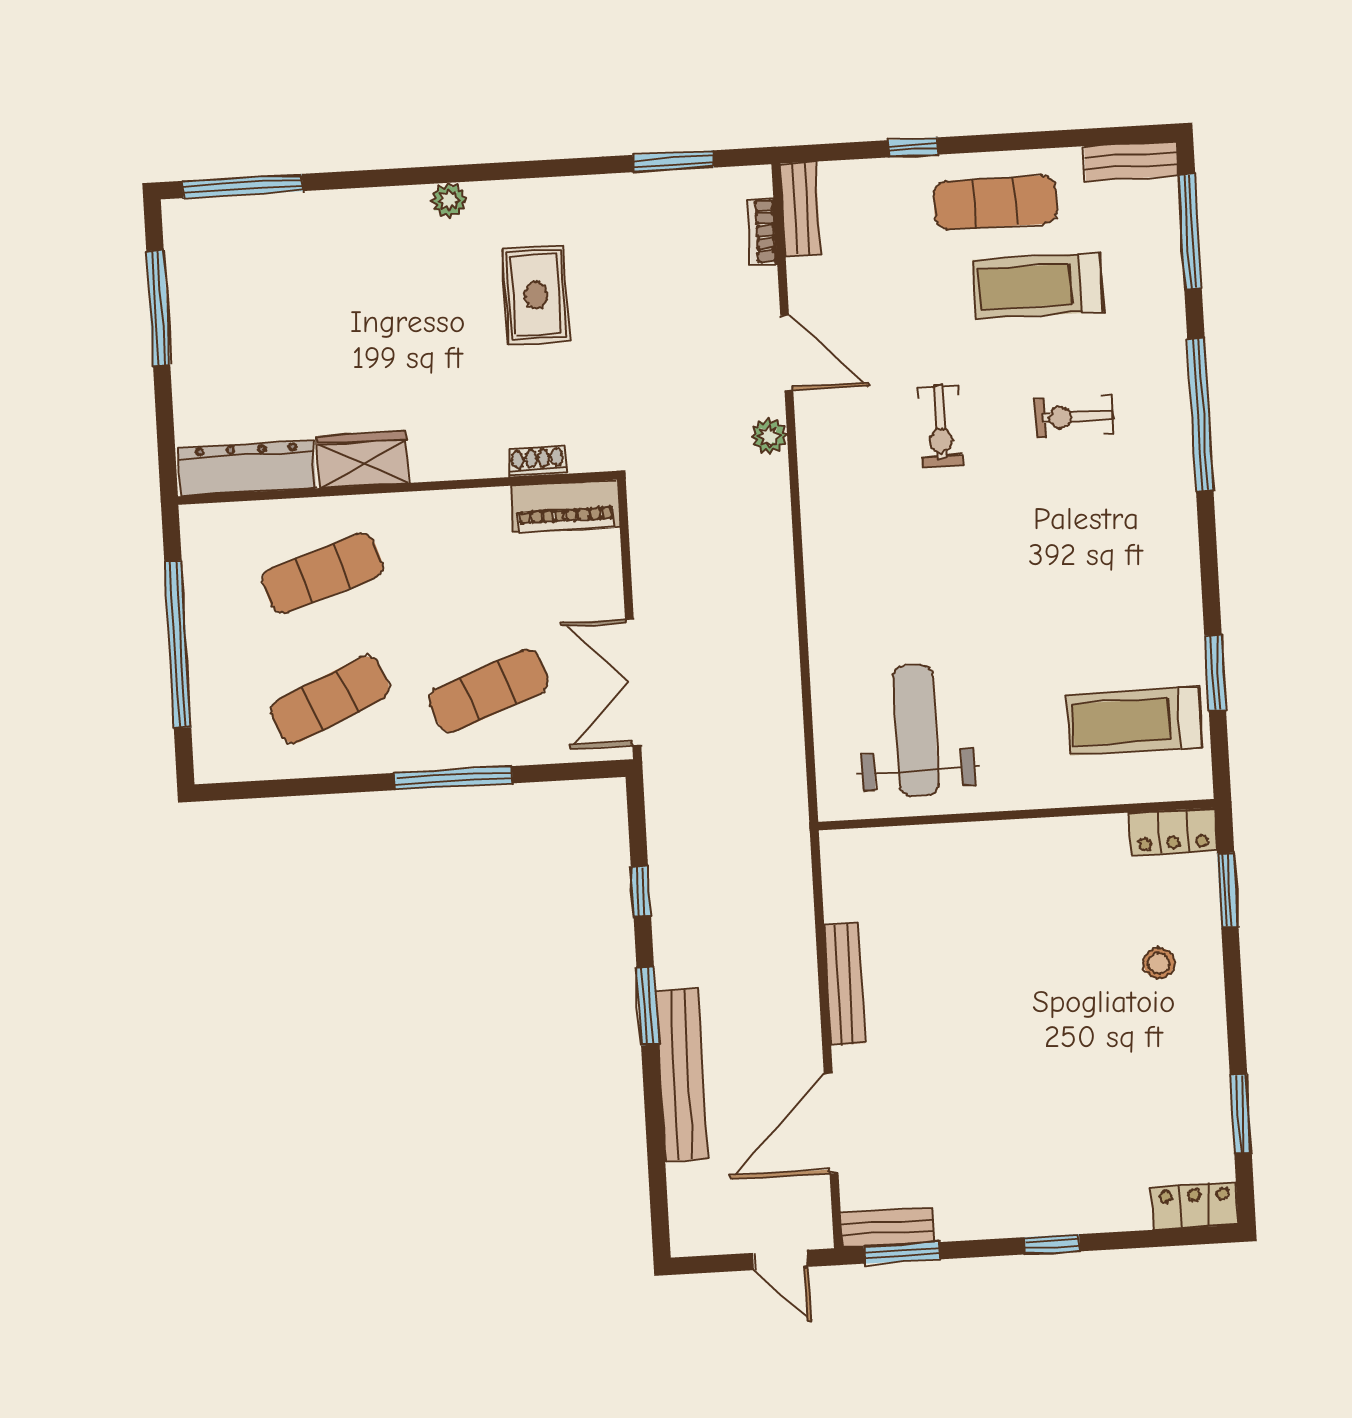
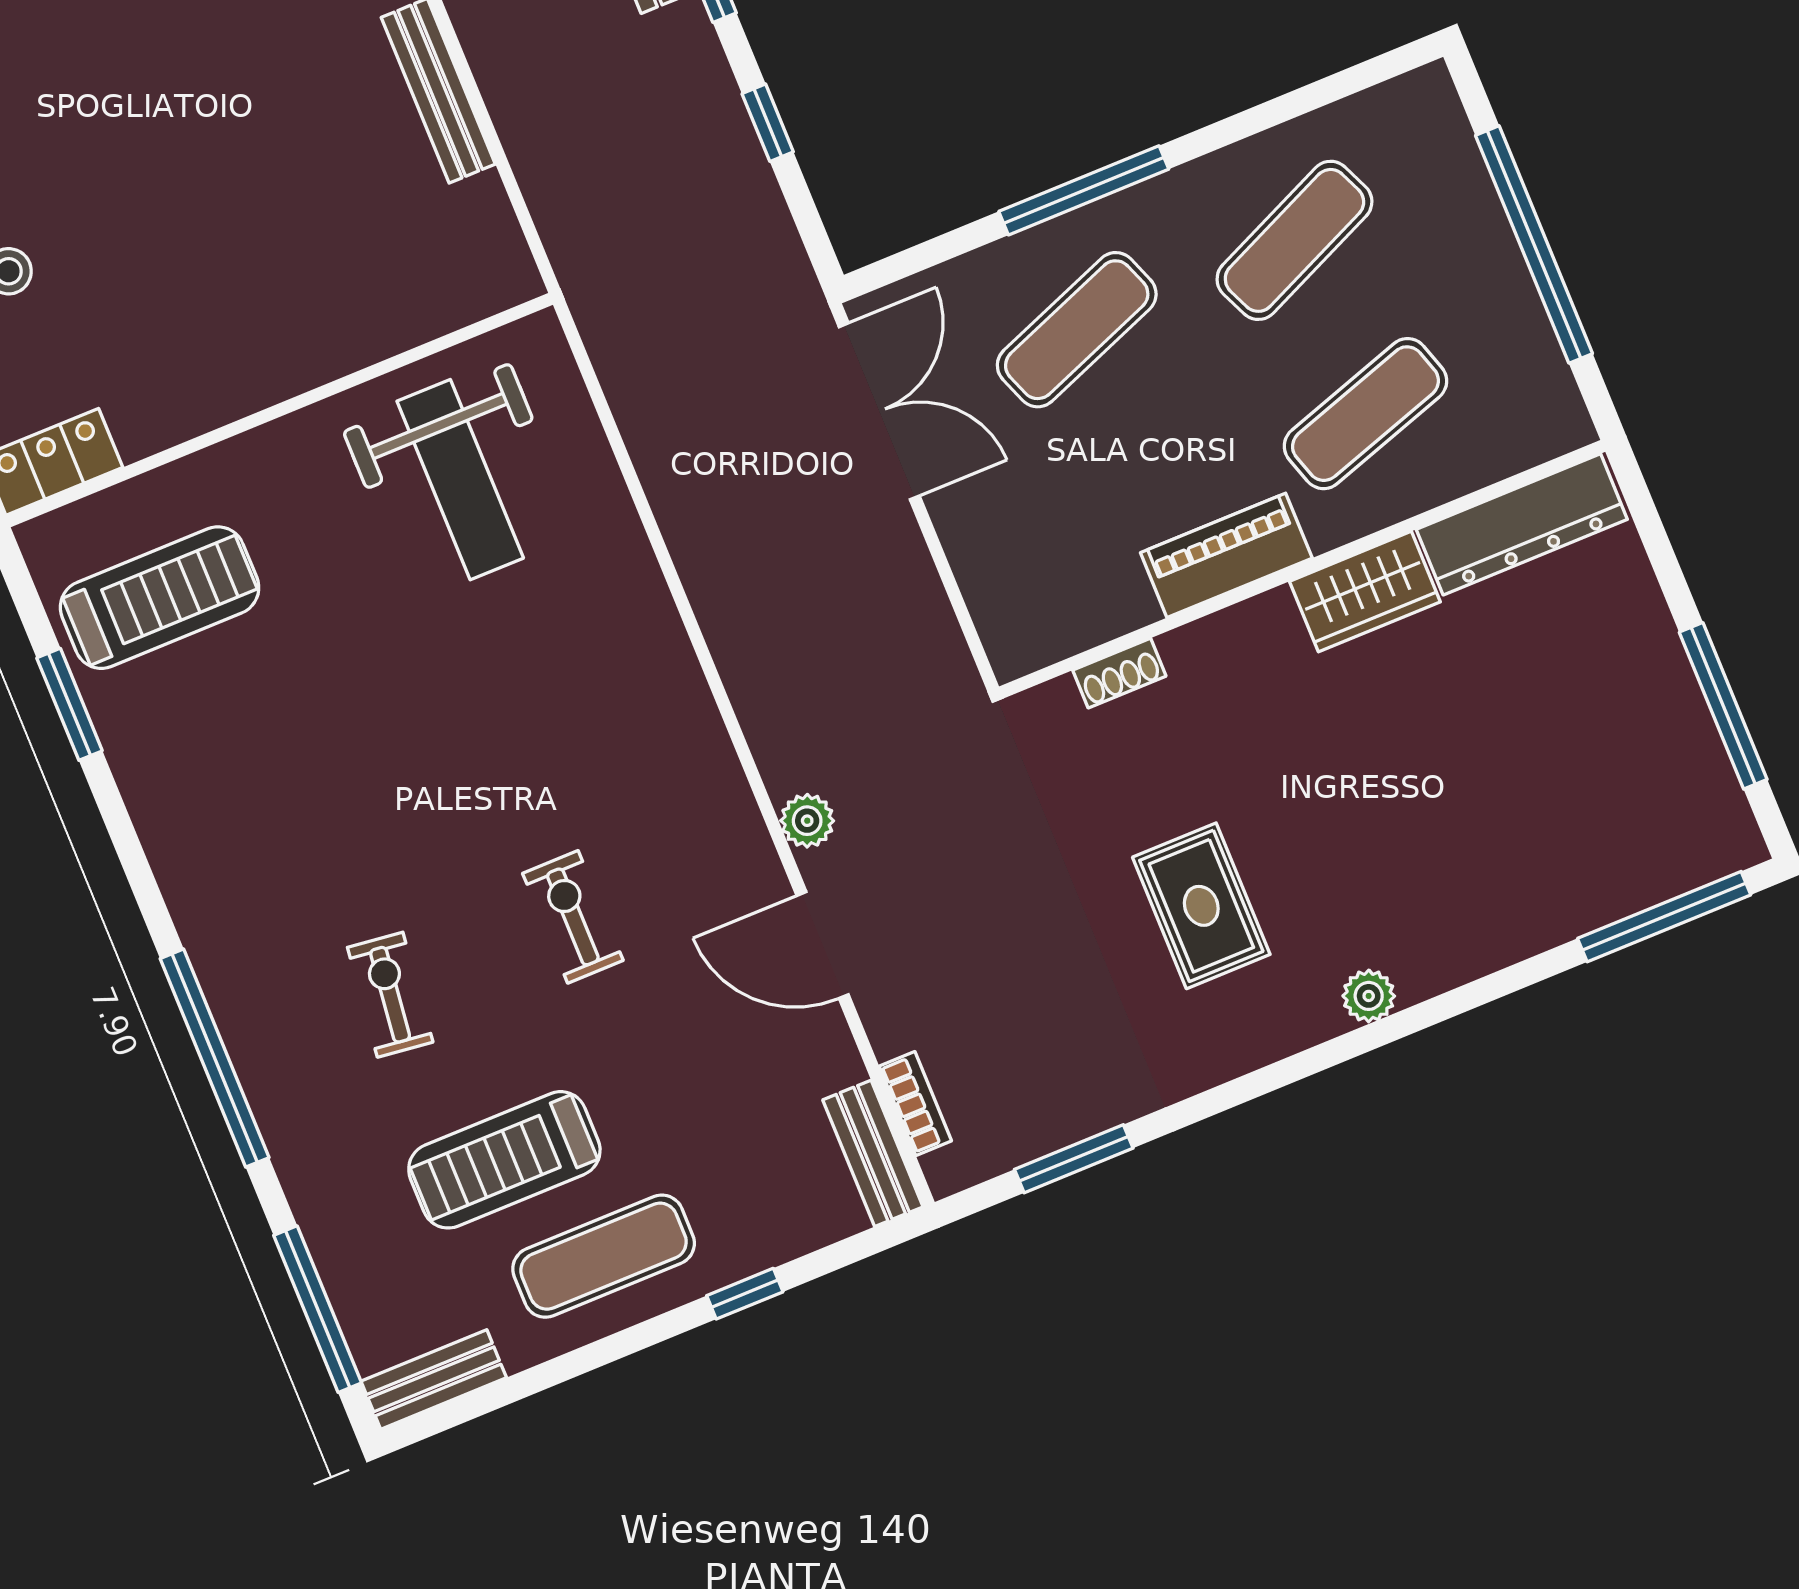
treadmill: (1037, 286) -> (504, 1160), turned 180
exercise bike: (1074, 417) -> (390, 995), turned -83
piano: (565, 506) -> (1226, 555), moved

